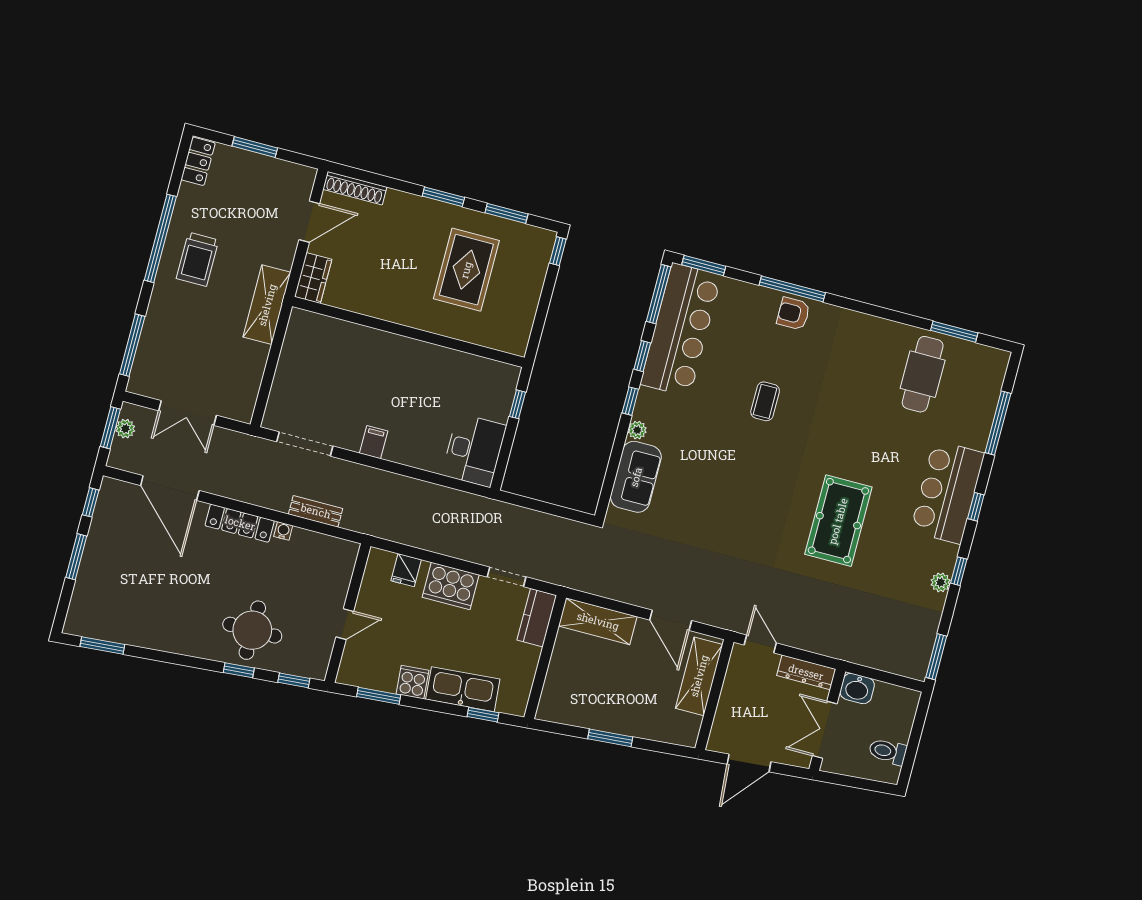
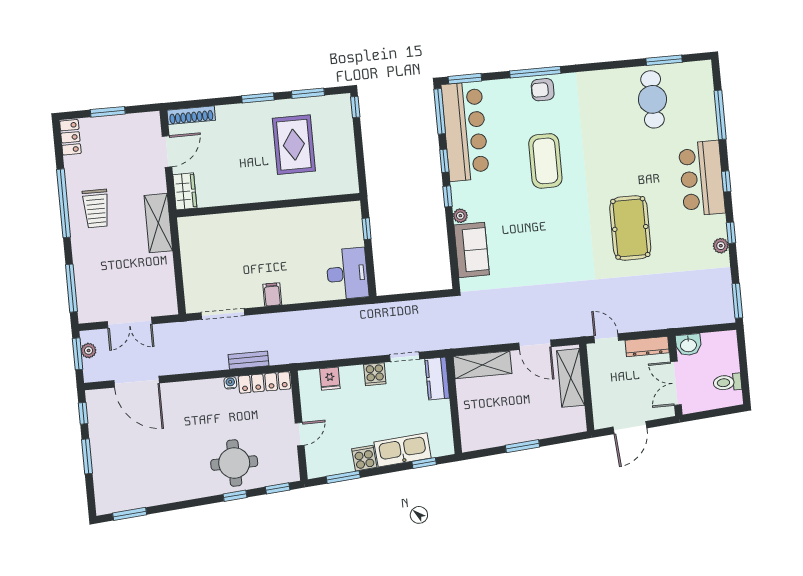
coffee table: (765, 401) -> (545, 161), width x1.86, depth x1.72
locker: (240, 523) -> (264, 382), moved
cooker: (451, 586) -> (375, 374), width x0.53, depth x0.76

